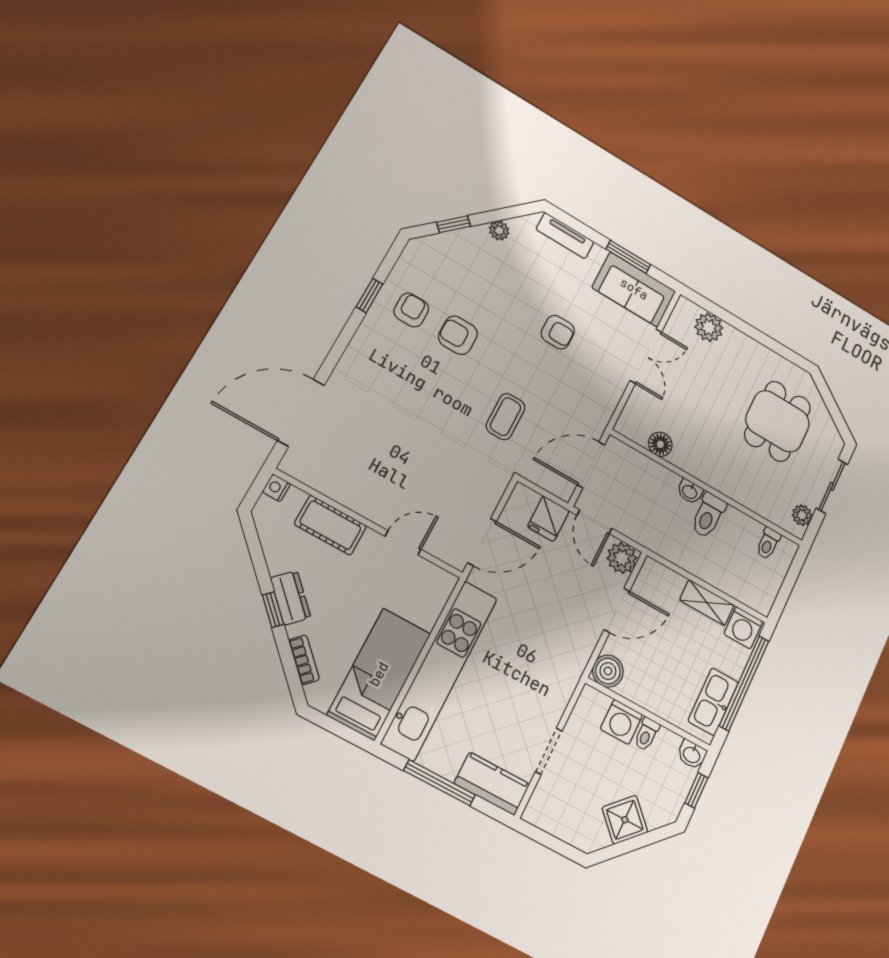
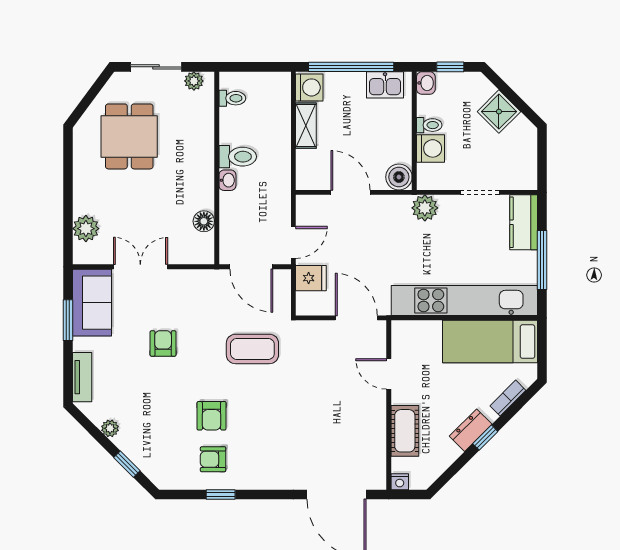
coffee table: (506, 417) -> (252, 349), width x1.36, depth x1.30
dining table: (778, 421) -> (129, 136), turned 90
plant: (622, 558) -> (425, 208), moved
kitchen sink: (713, 702) -> (385, 85), width x0.73

